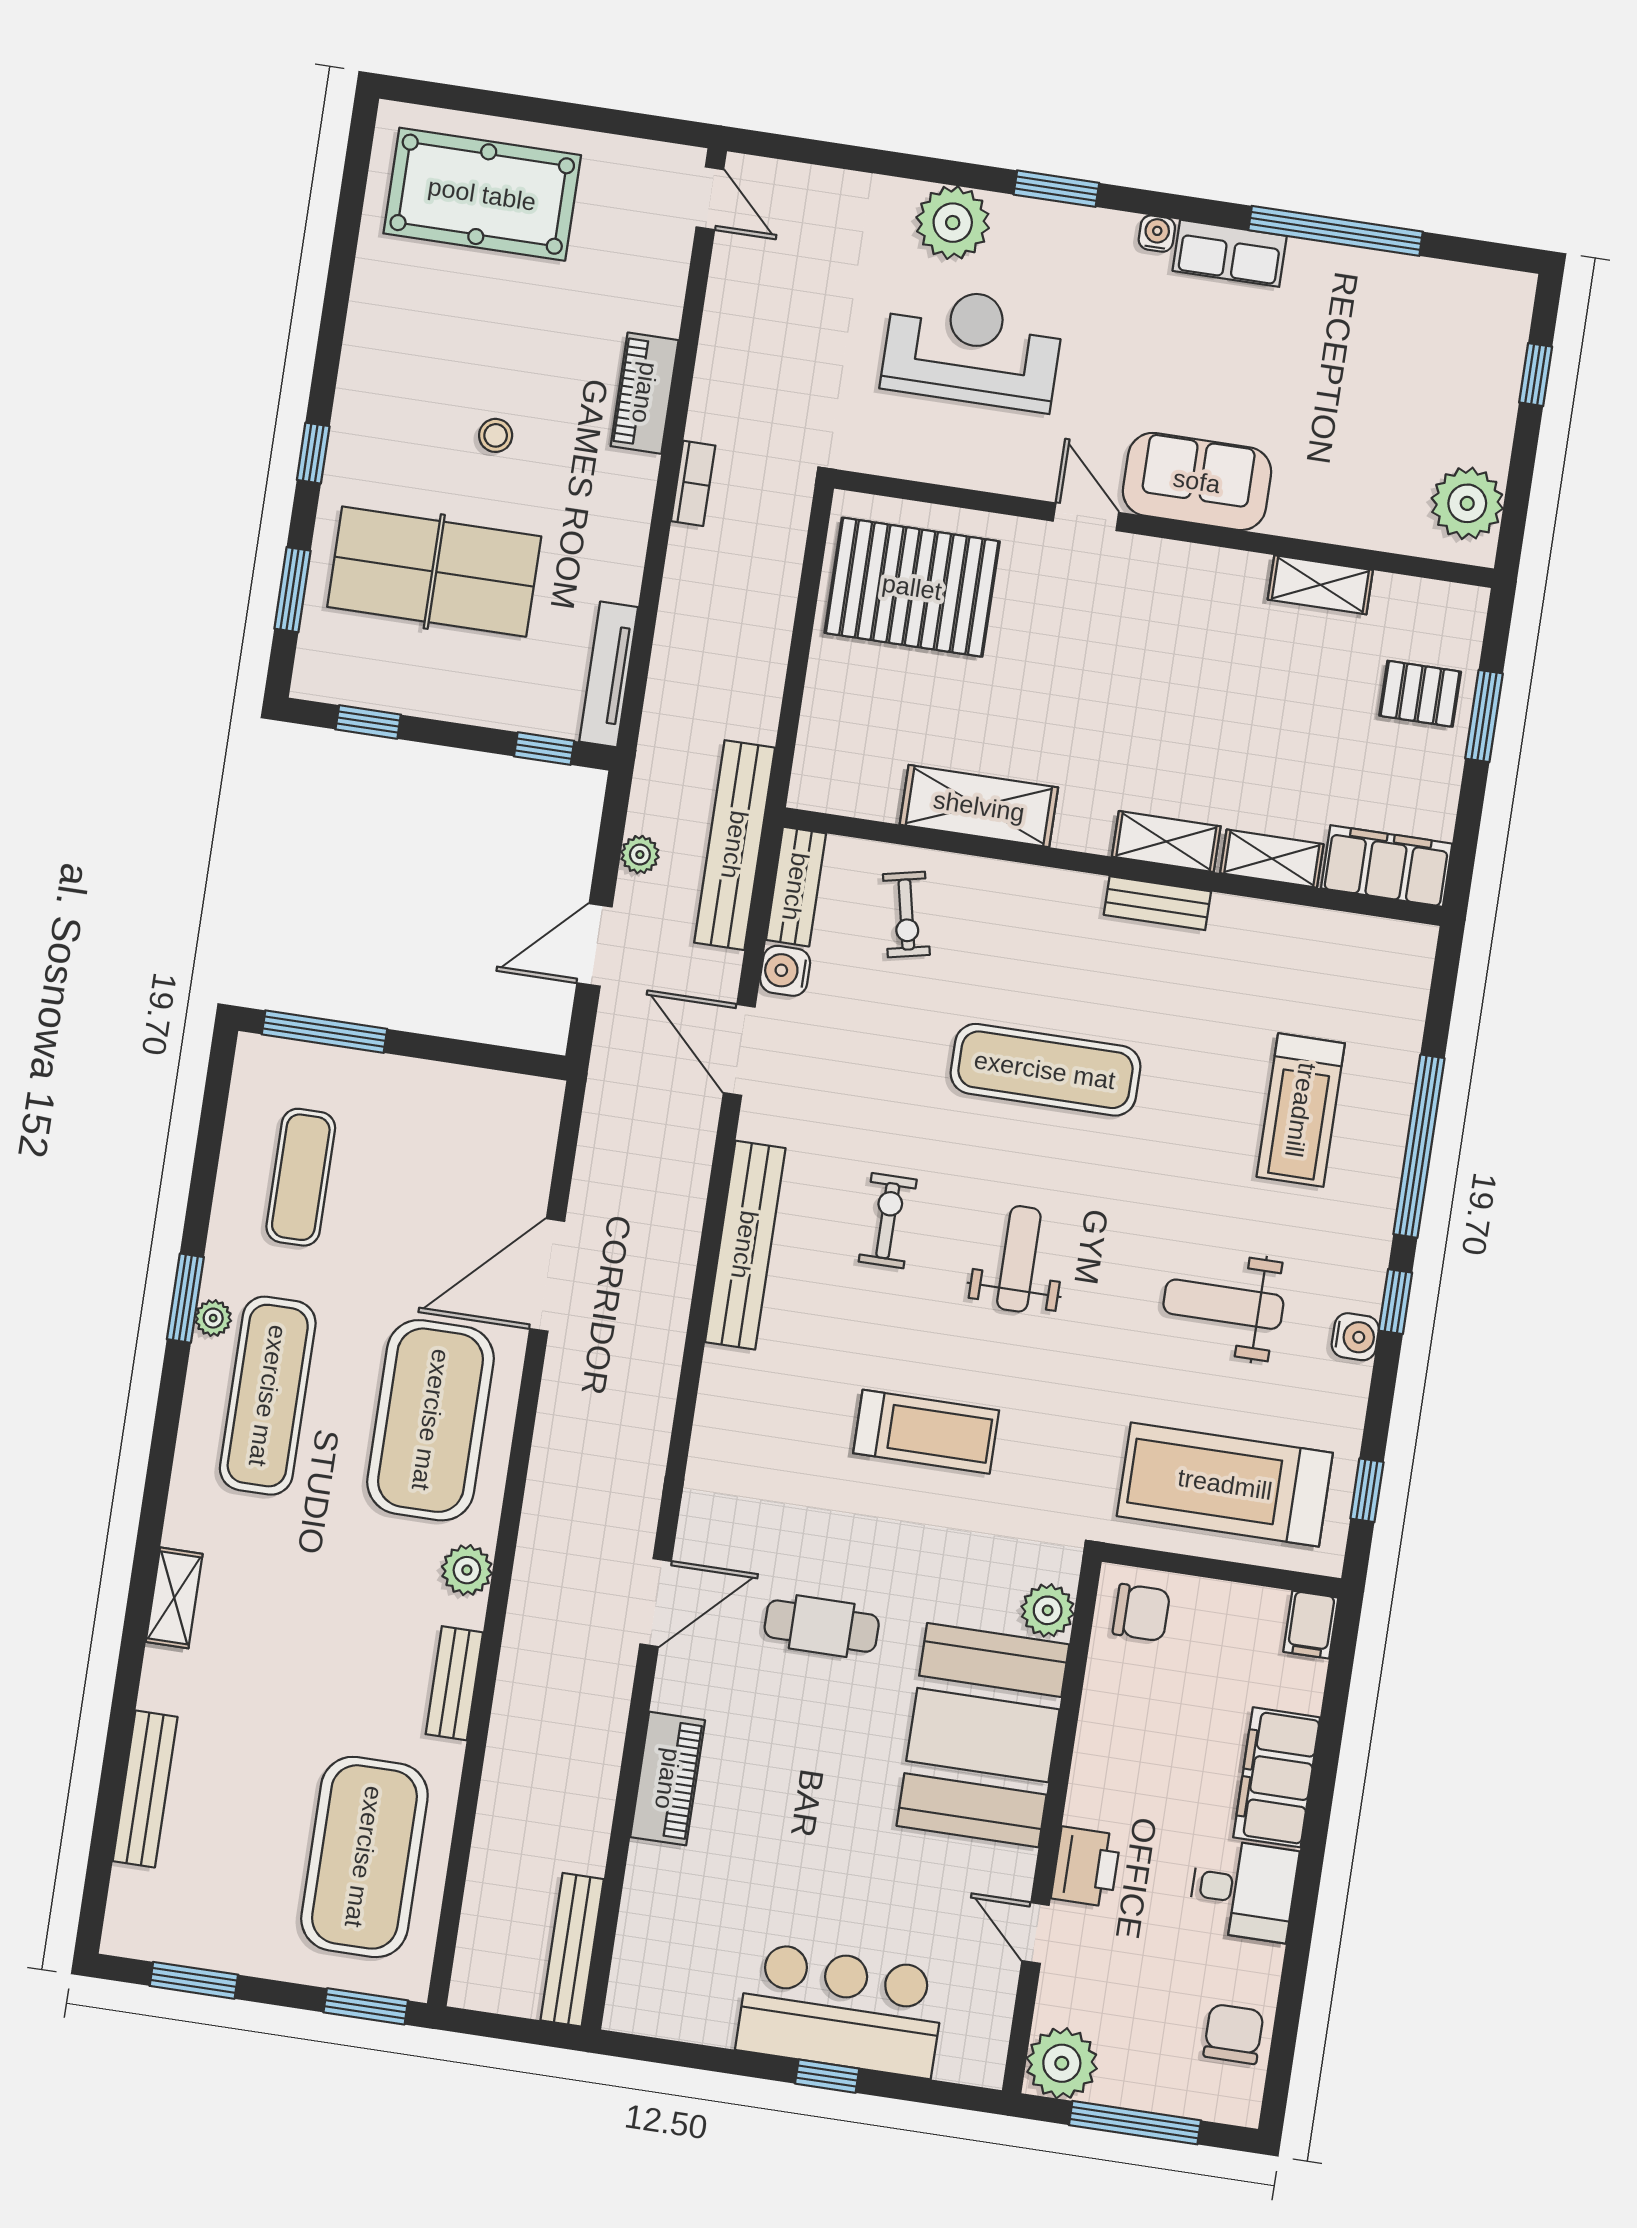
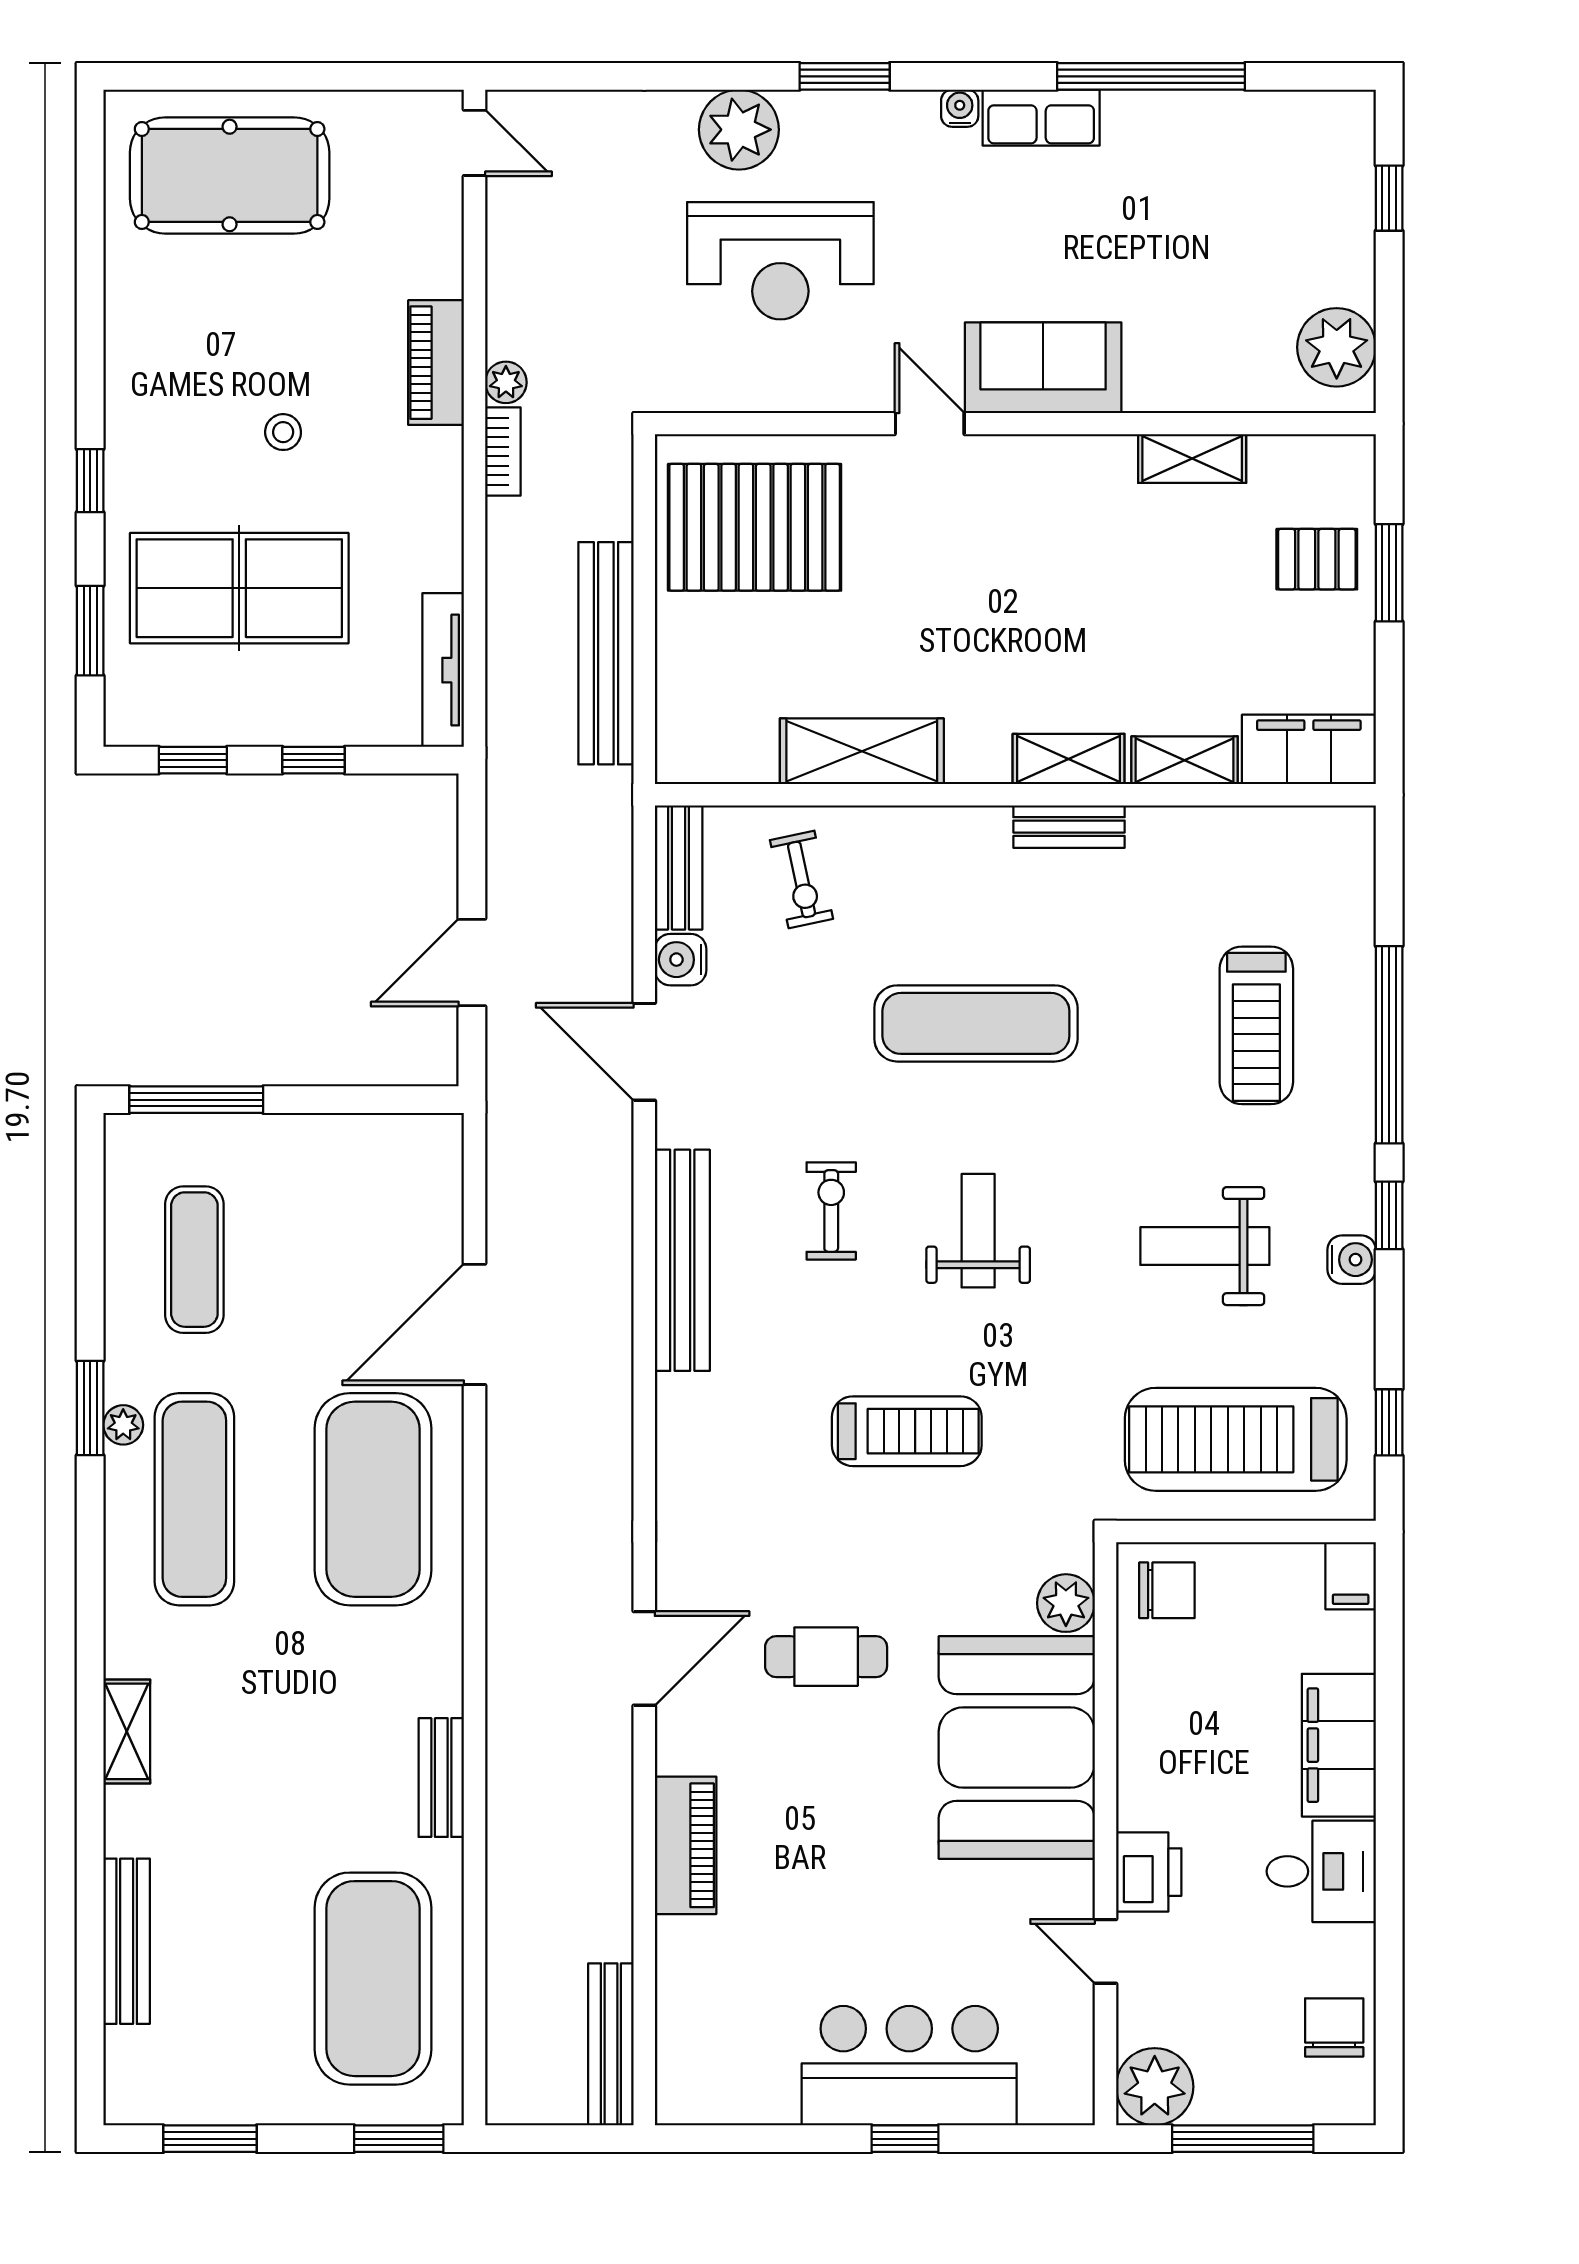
reception desk: (972, 348) -> (780, 261), turned 180
window: (544, 749) -> (314, 760), moved
bench: (735, 845) -> (606, 653), moved
plant: (640, 855) -> (506, 382), moved
plant: (467, 1570) -> (436, 1654), removed

